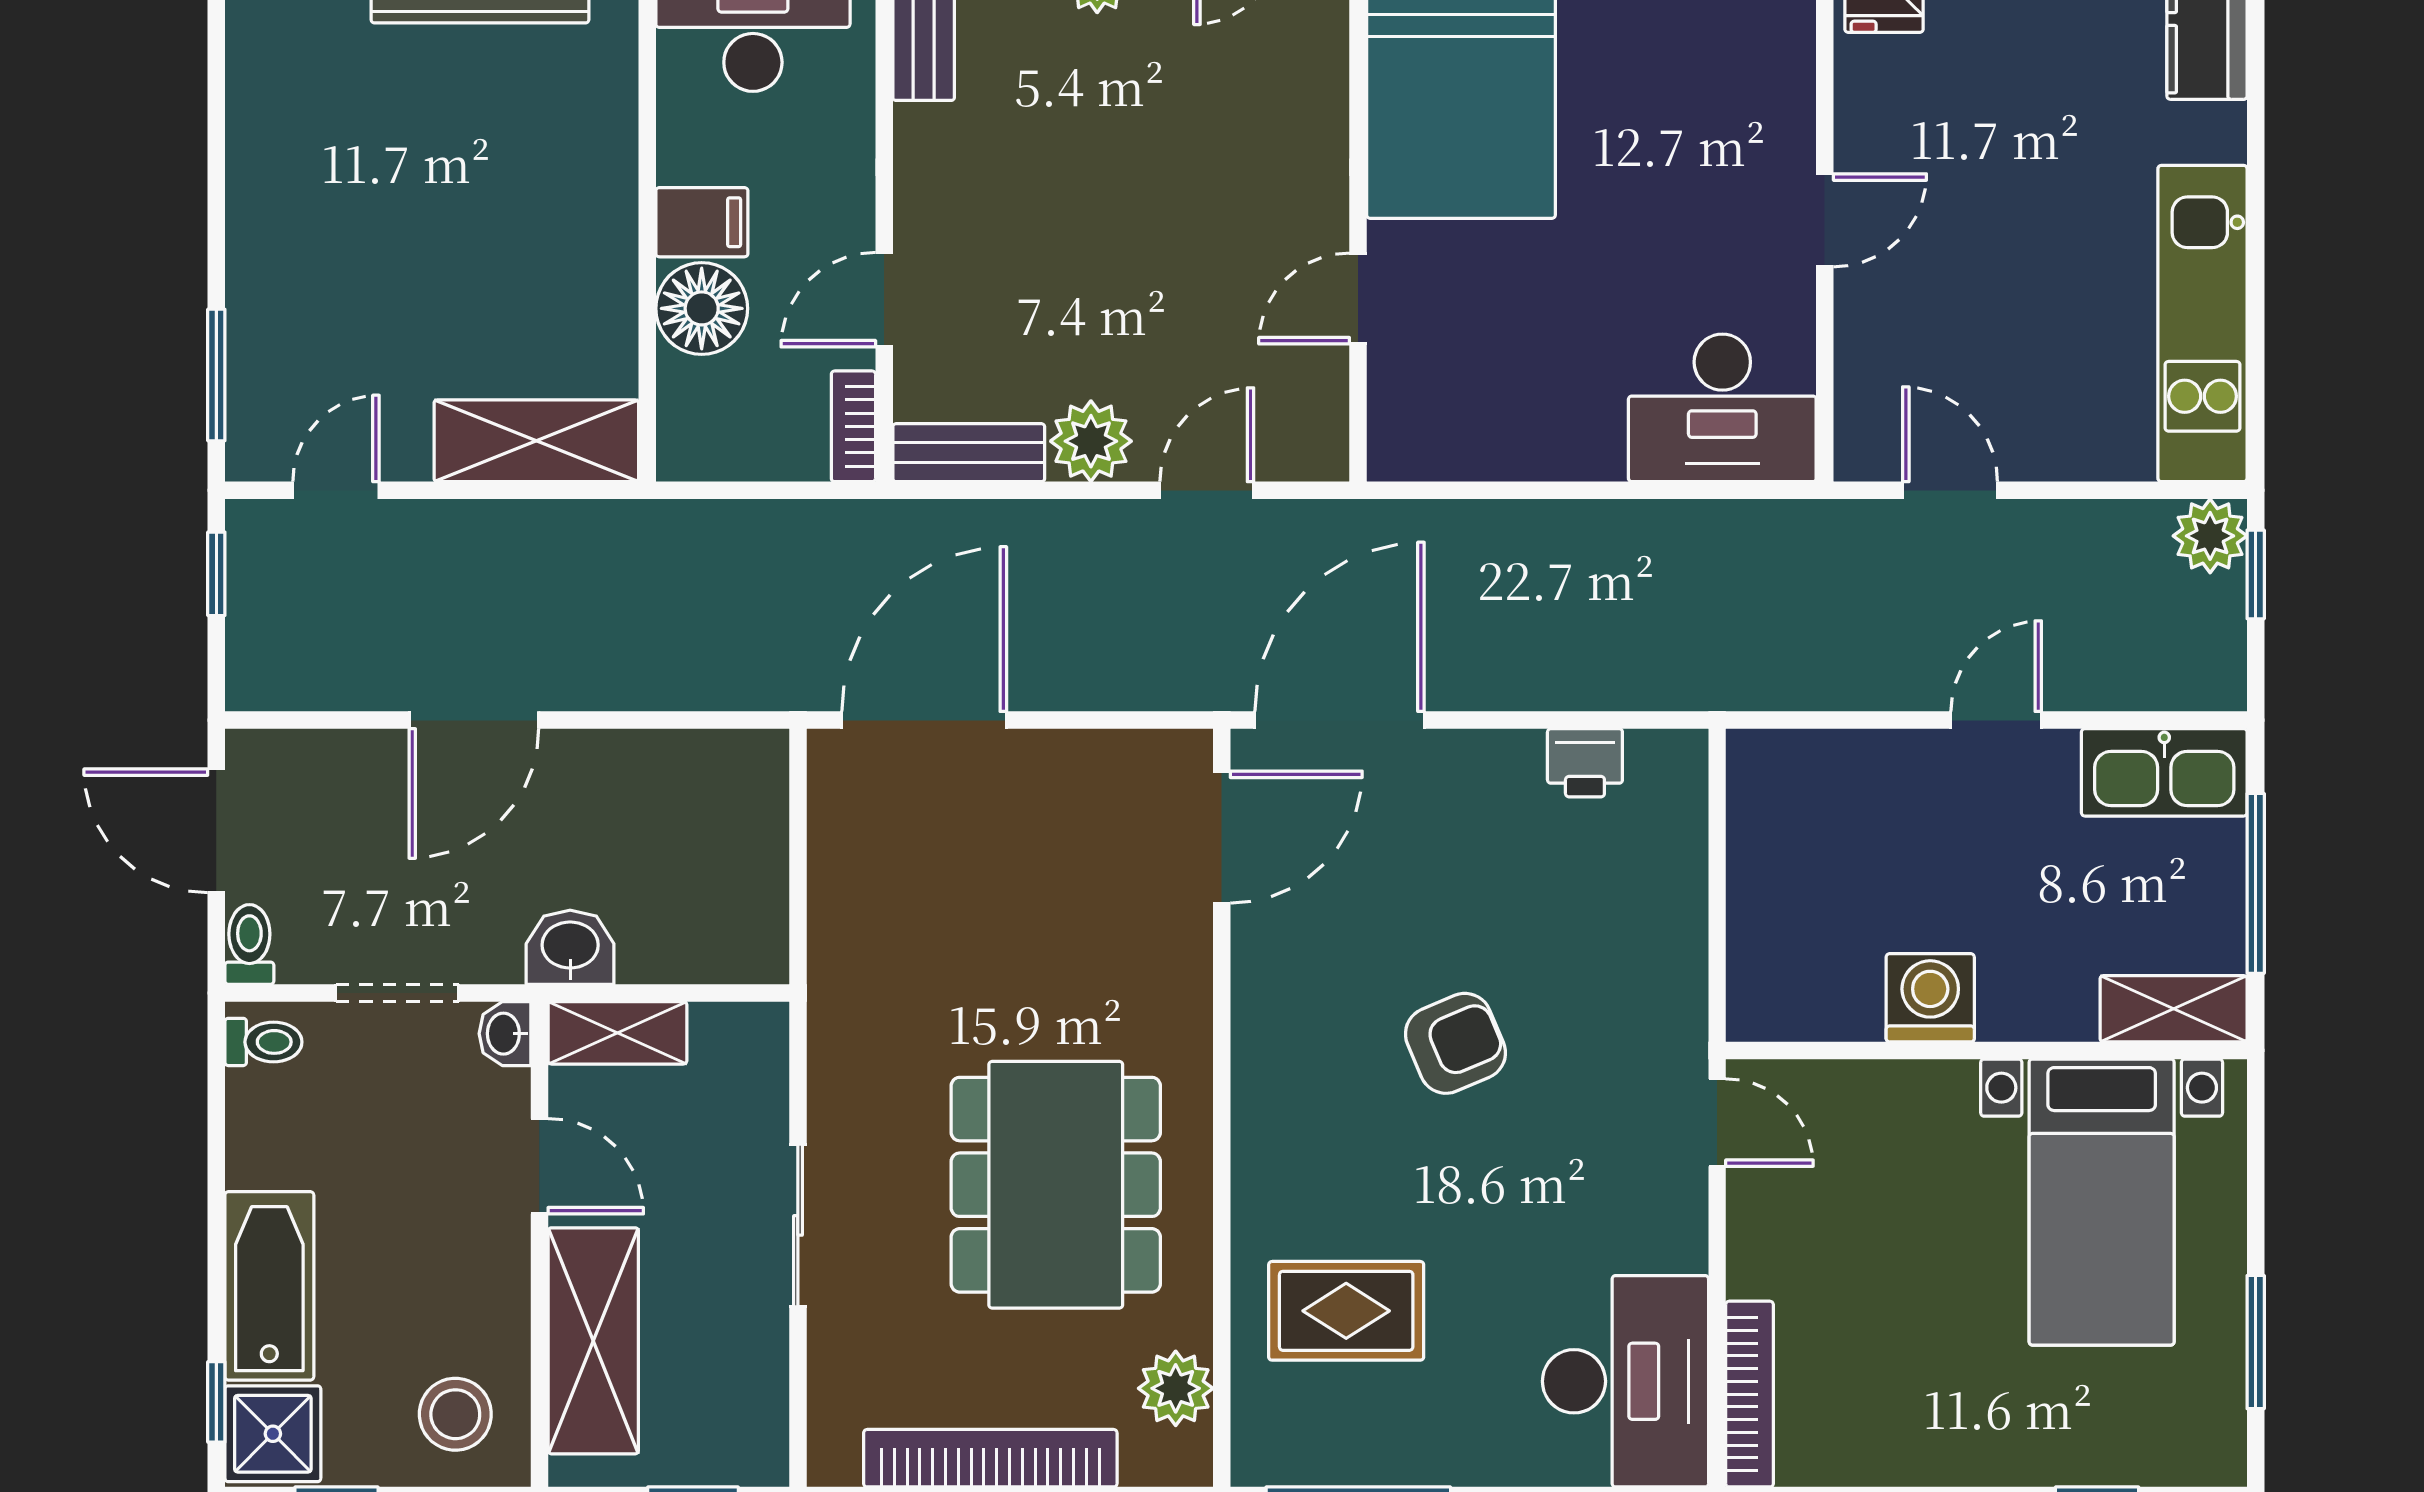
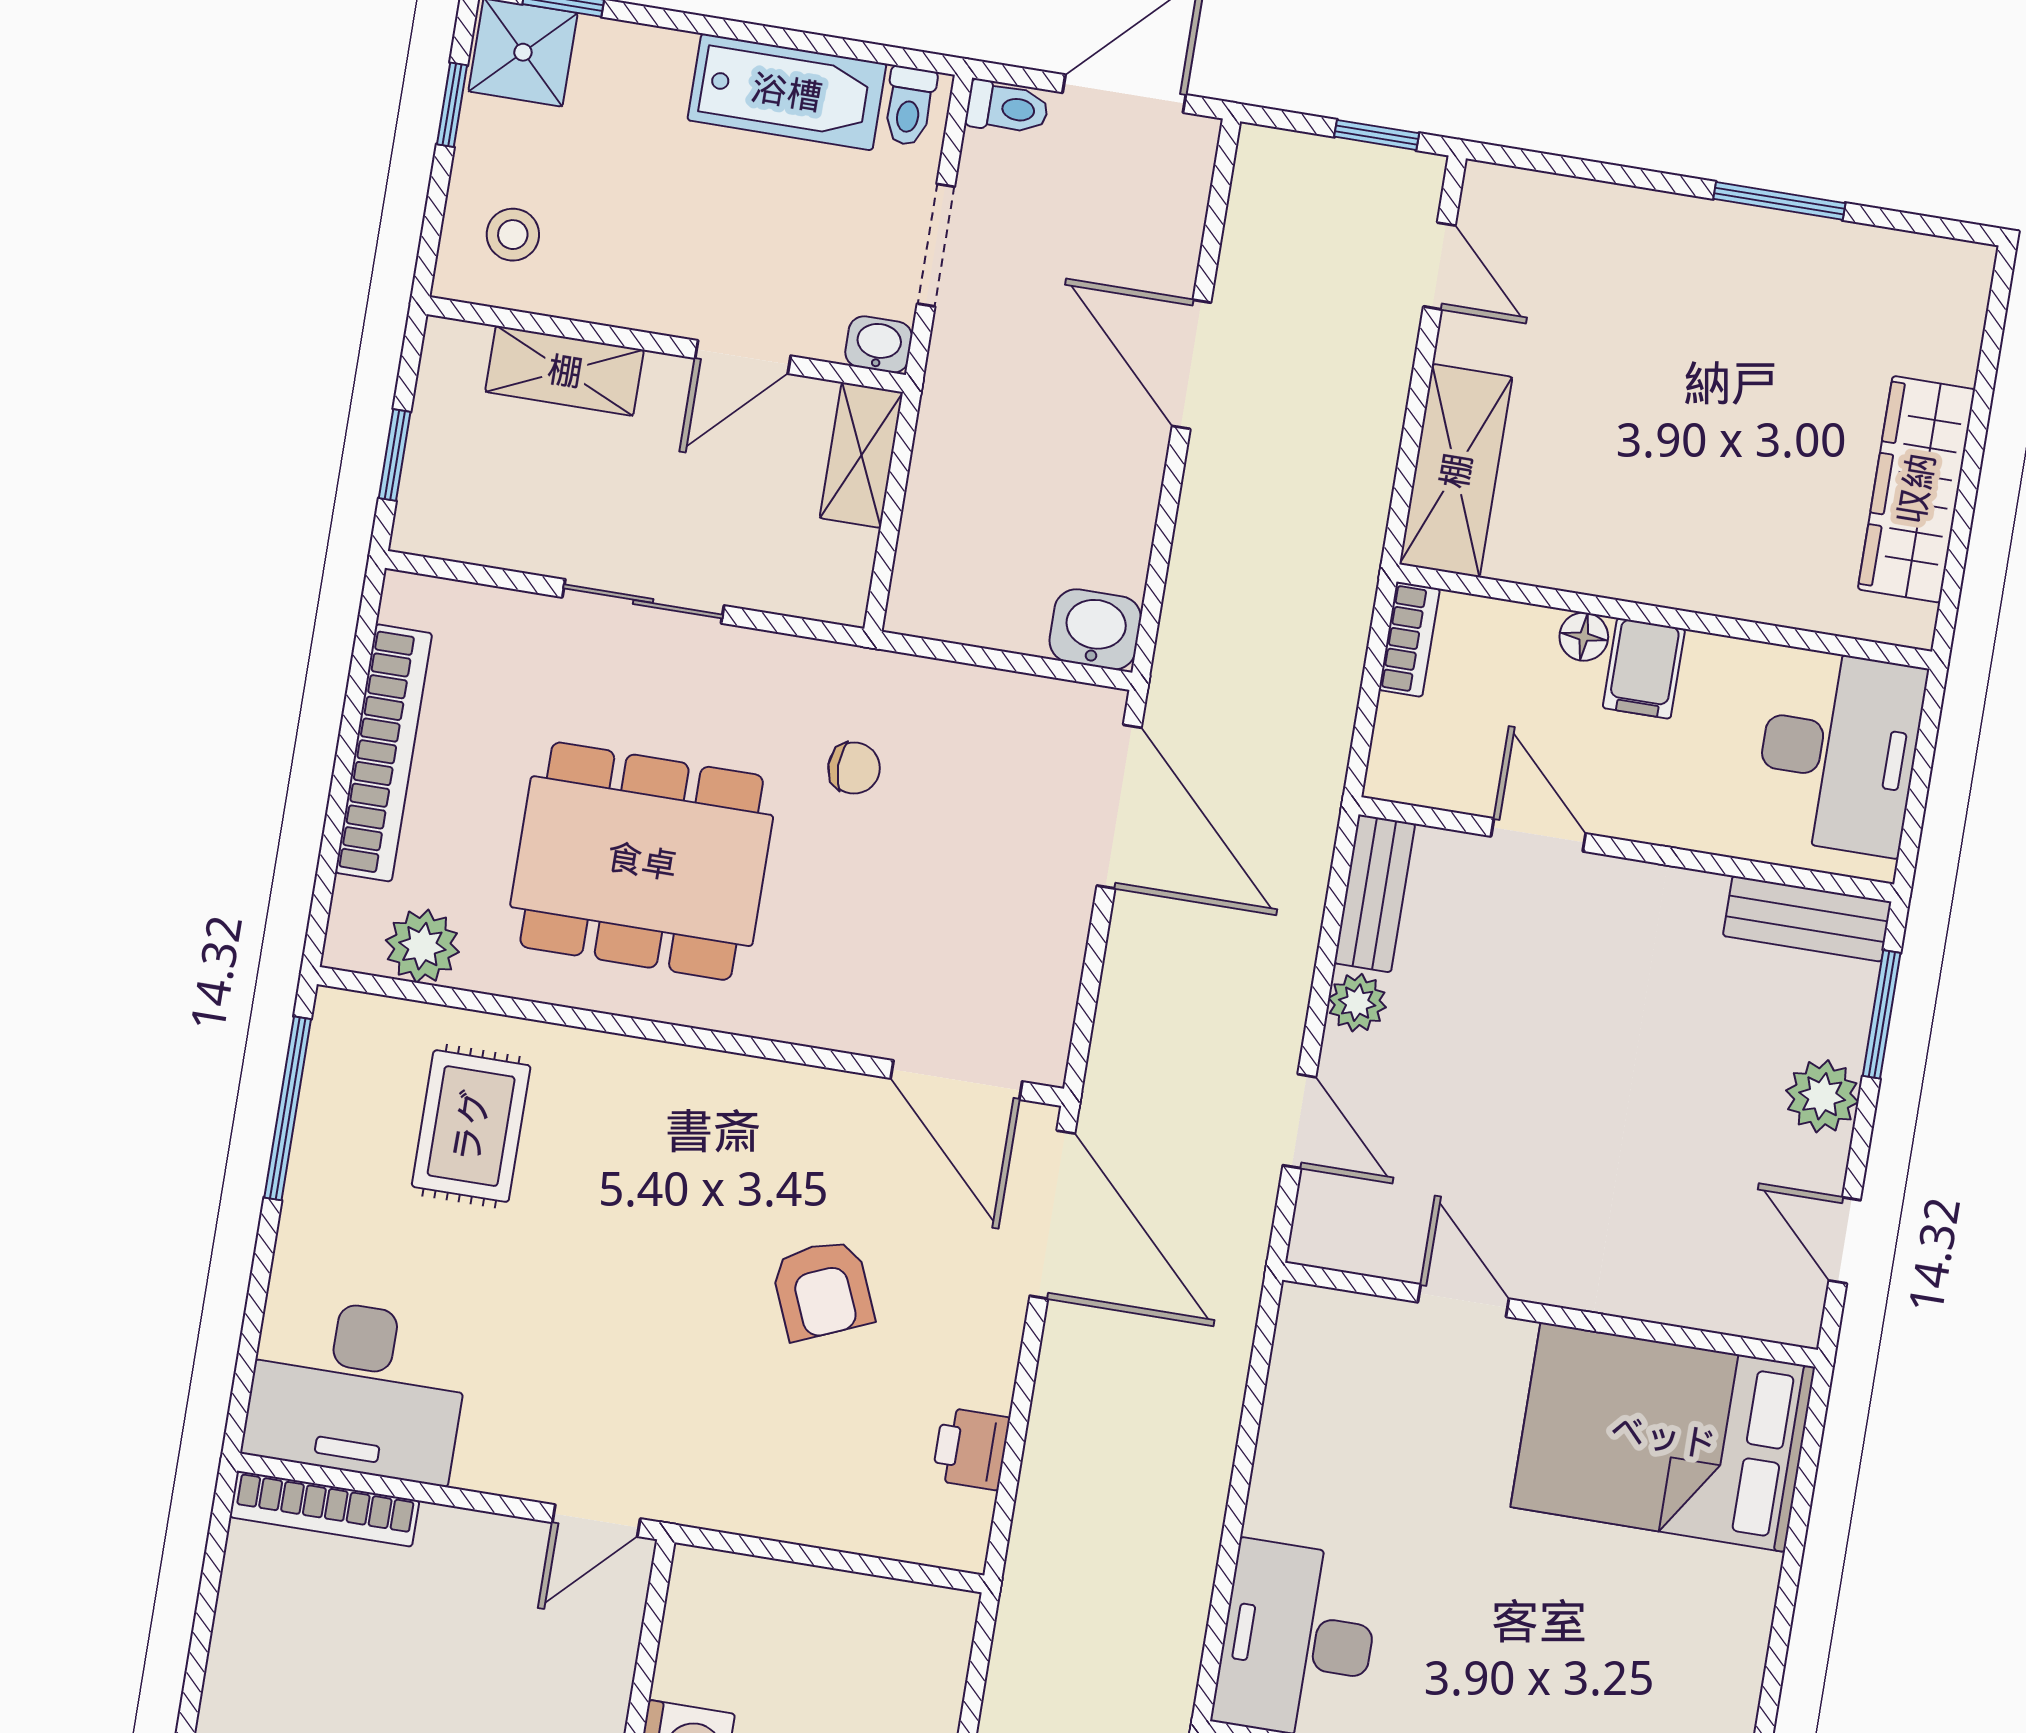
floor lamp: (702, 308) -> (1584, 637), width x0.53, depth x0.53
window: (216, 375) -> (1779, 201), moved
bookcase: (853, 426) -> (1409, 639), moved, turned 90
plant: (1091, 441) -> (1357, 1003), width x0.73, depth x0.73
washbasin: (570, 947) -> (1095, 629), moved, turned -90
chair: (929, 989) -> (854, 768), added
armchair: (1455, 1043) -> (822, 1290), moved
bathtub: (269, 1286) -> (787, 92), moved
shelving: (593, 1341) -> (565, 371), width x0.67, depth x0.75
stool: (455, 1414) -> (513, 235), width x0.73, depth x0.73

